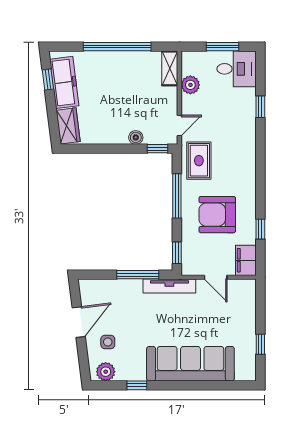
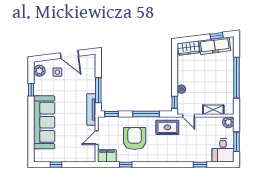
shelving: (170, 68) -> (213, 110), moved
plant: (190, 85) -> (228, 122), moved

